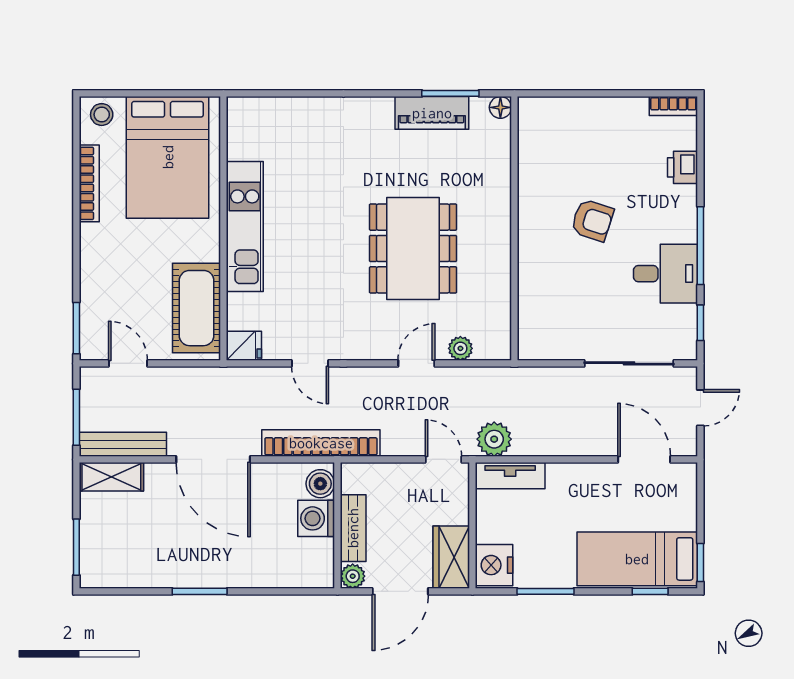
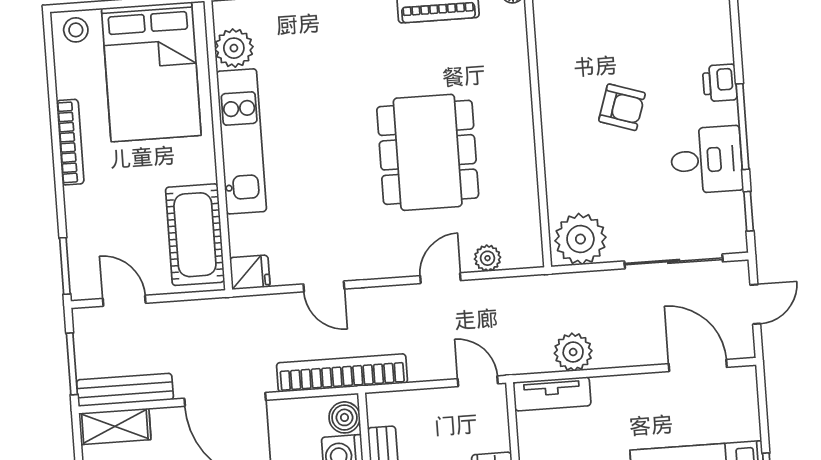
plant: (244, 141) -> (234, 48), added
printer: (683, 167) -> (720, 83), moved
bookcase: (89, 183) -> (70, 142), moved
plant: (546, 337) -> (580, 239), added
plant: (494, 439) -> (573, 352), moved

